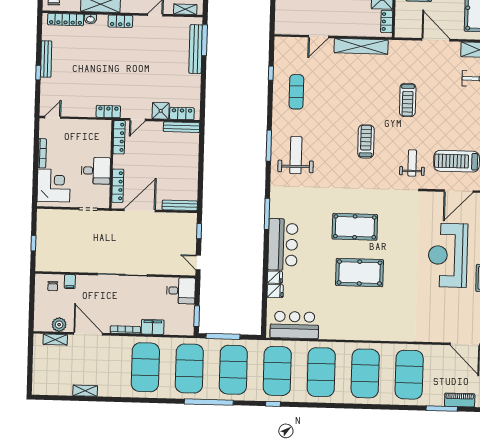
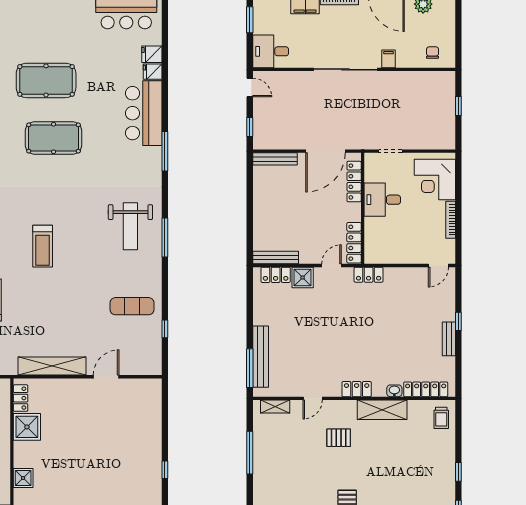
bench: (46, 59) -> (449, 339), width x0.73
exercise mat: (296, 92) -> (132, 306), turned 90
filing cabinet: (70, 282) -> (389, 59), moved

